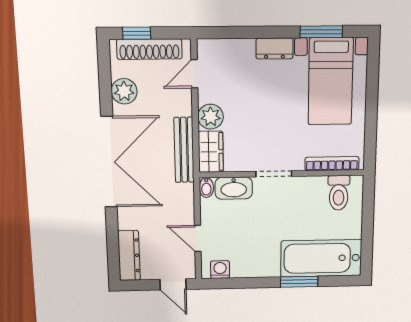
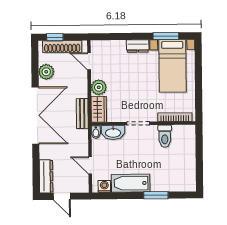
door: (194, 74) -> (89, 61), hinge flipped
bench: (184, 150) -> (82, 114), width x0.73
toilet: (339, 193) -> (165, 136), moved
bathtub: (321, 258) -> (131, 183), moved, width x0.73, depth x0.73
door: (173, 284) -> (62, 196), moved

